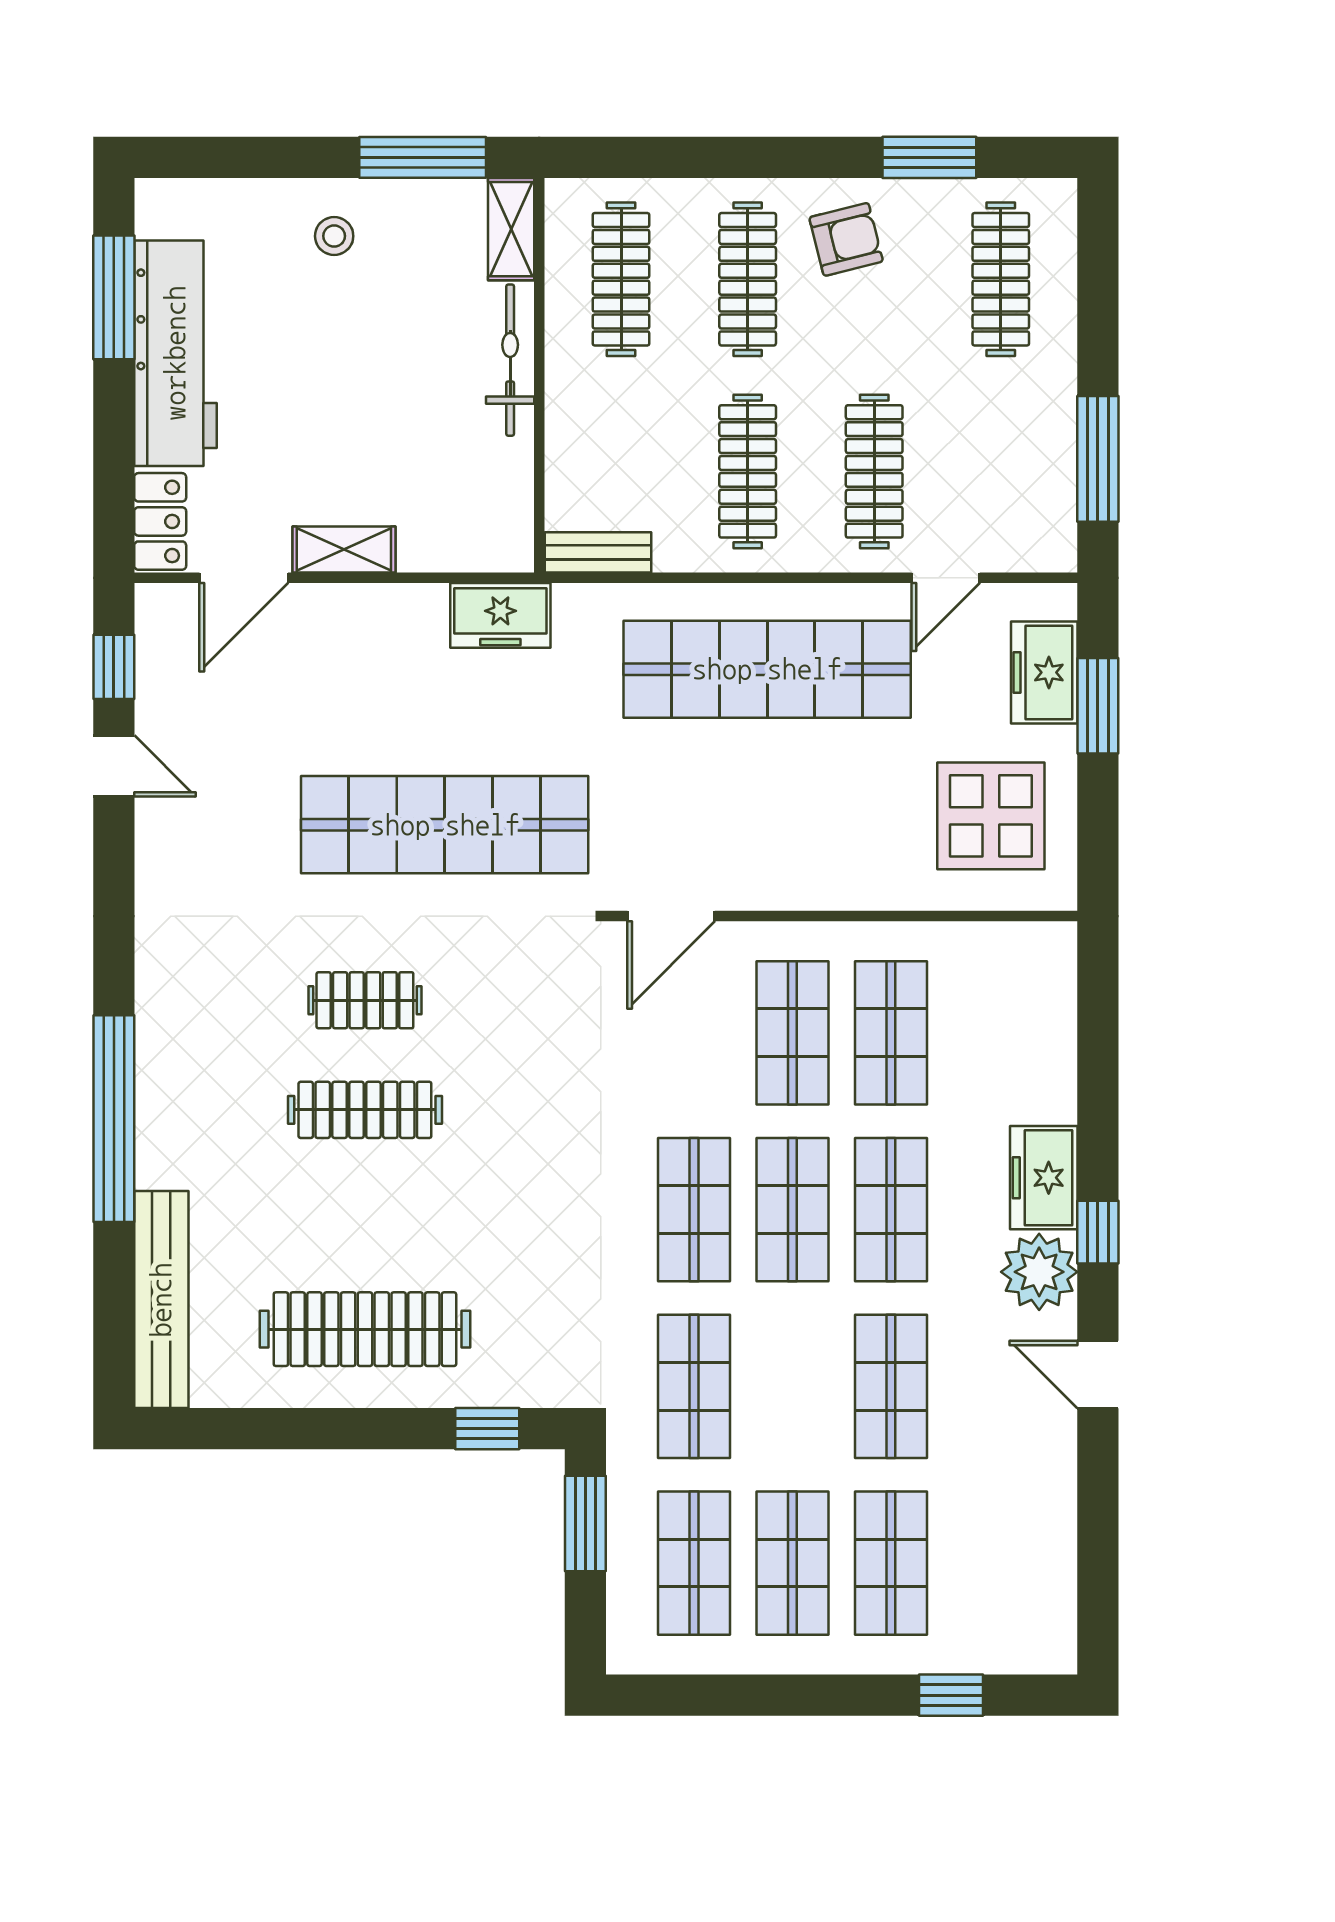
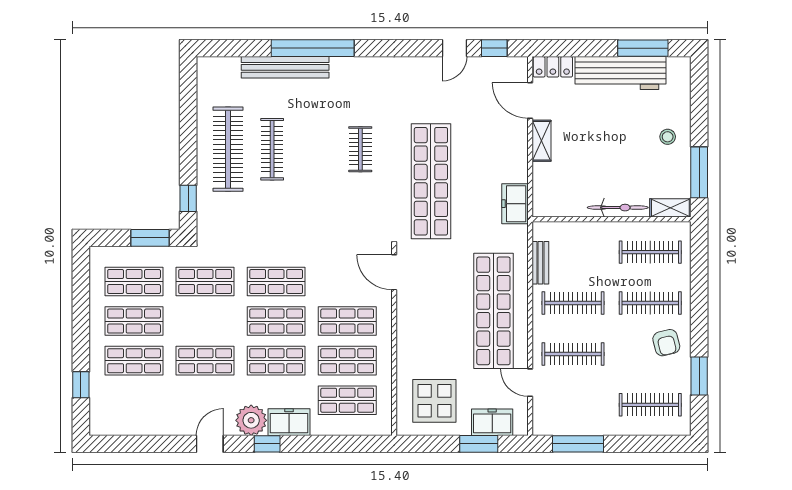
bench: (598, 552) -> (540, 263), moved
shop shelf: (989, 1033) -> (347, 400), added
clothes rail: (365, 1110) -> (272, 149), moved
bench: (161, 1300) -> (285, 67), moved

